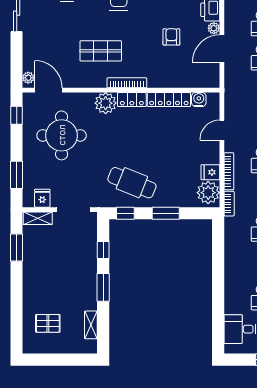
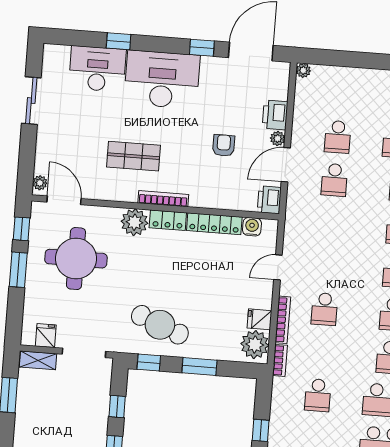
printer: (211, 77) -> (269, 200), added
window: (17, 175) -> (18, 270), moved
window: (218, 260) -> (261, 430), added

